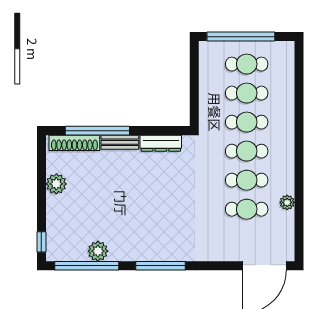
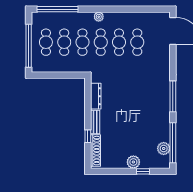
window: (299, 83) -> (58, 9), added
window: (97, 131) -> (88, 136), width x0.32
plant: (56, 184) -> (133, 162), moved
plant: (287, 202) -> (99, 17), moved
window: (41, 242) -> (143, 171), moved
plant: (98, 251) -> (164, 149), moved

